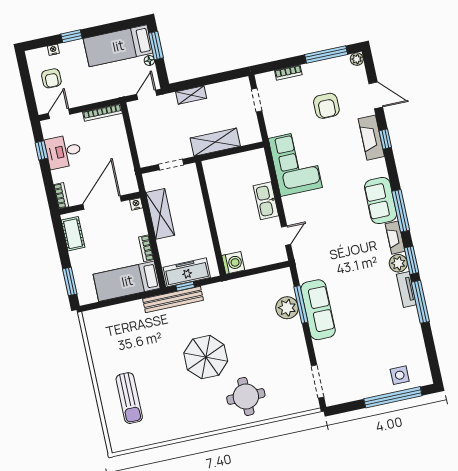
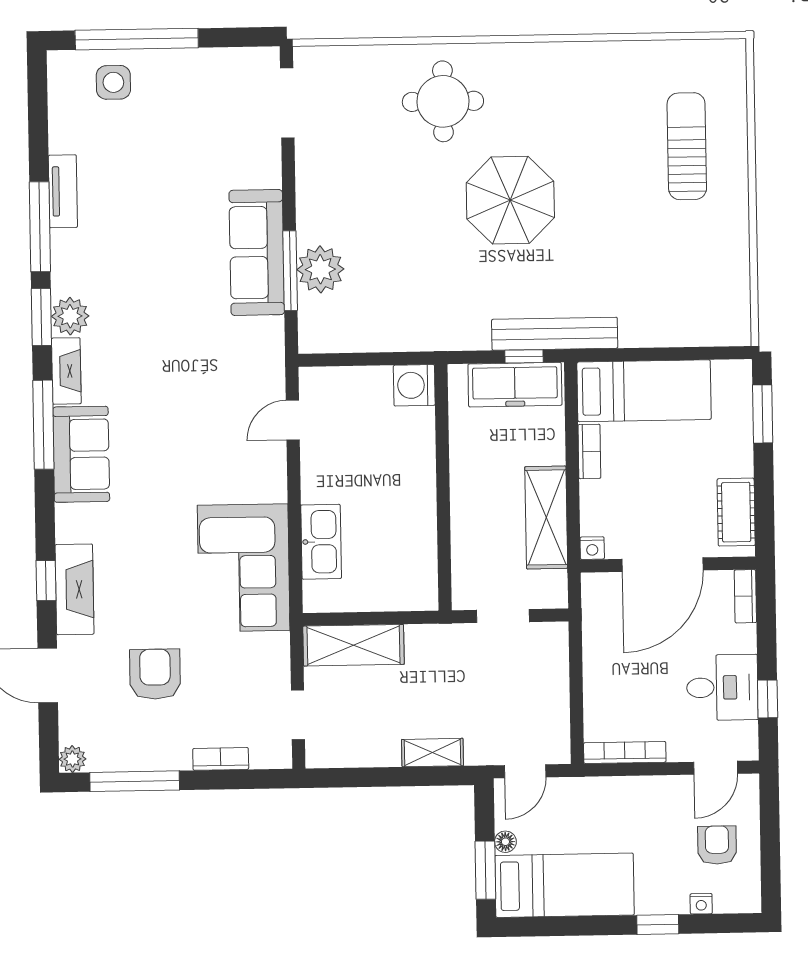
shelving: (215, 142) -> (354, 645), moved
kitchen sink: (266, 201) -> (321, 542), moved
tv unit: (406, 289) -> (63, 191), moved

